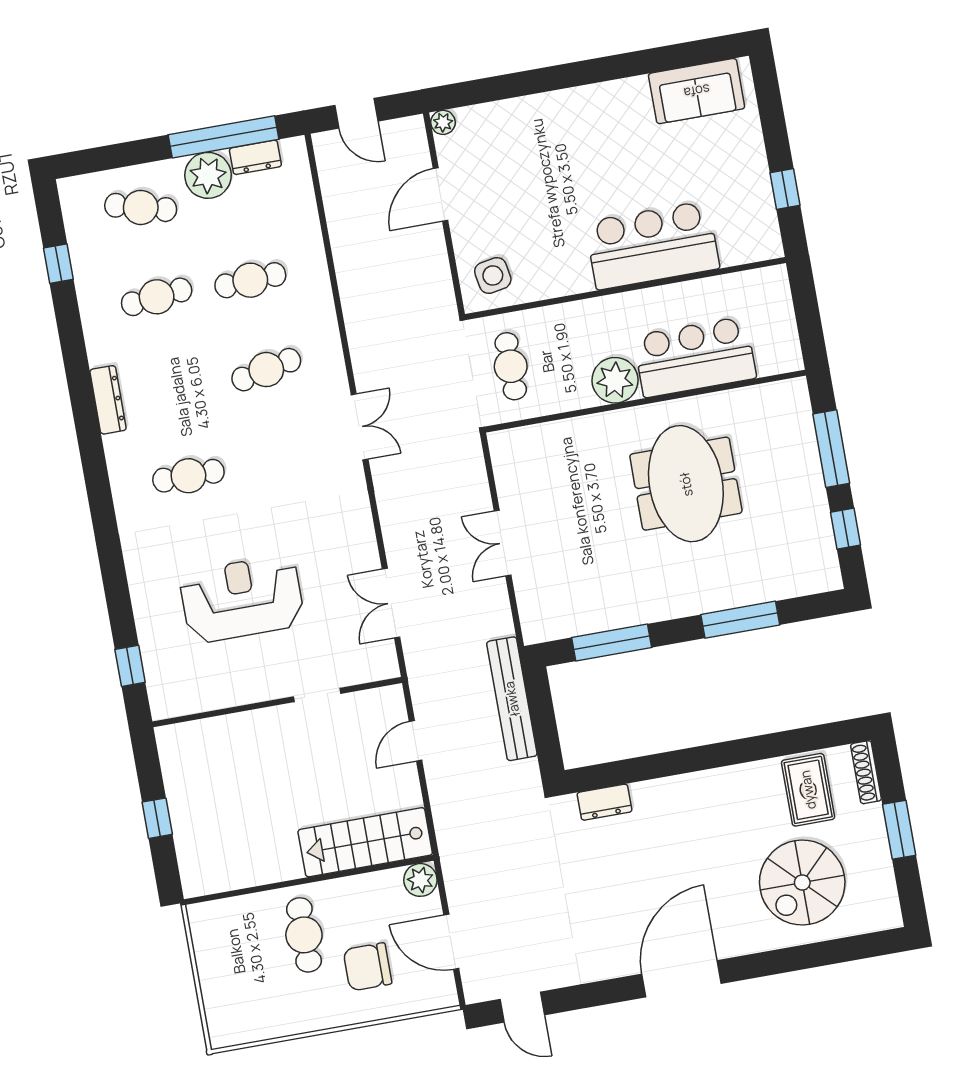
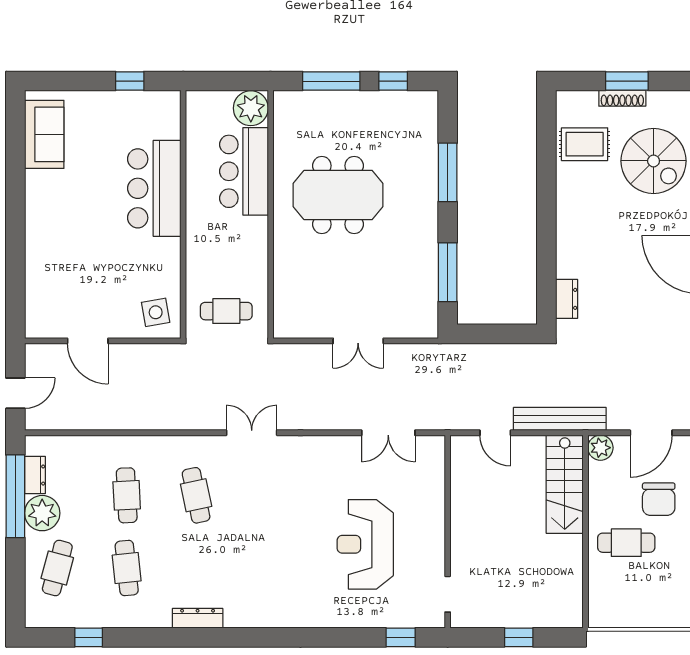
plant: (443, 122) -> (34, 329), removed
plant: (615, 380) -> (251, 108), moved
cafe table: (188, 476) -> (265, 568), removed
doorway: (317, 695) -> (448, 594), moved
bench: (512, 699) -> (560, 419), moved
shoe rack: (866, 772) -> (622, 98), moved

